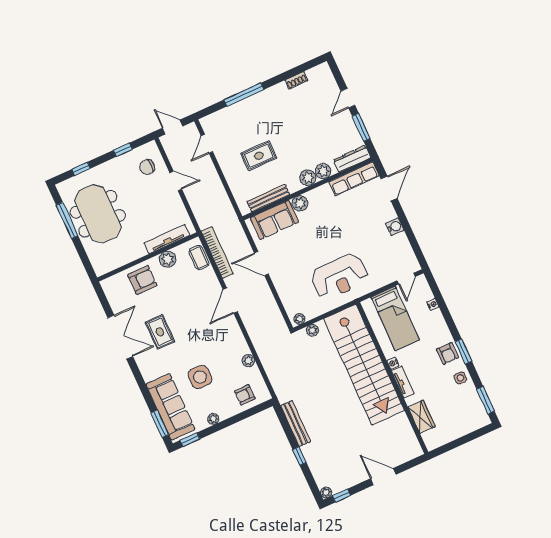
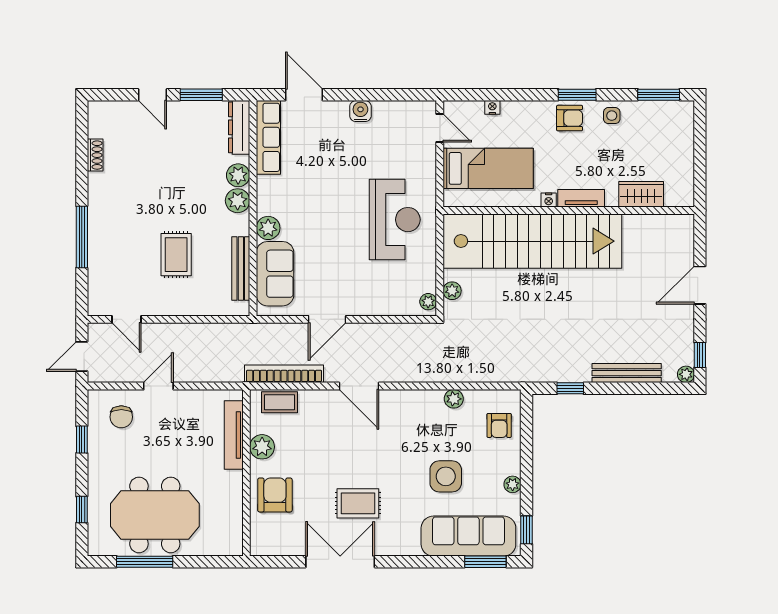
bench: (296, 424) -> (627, 373), moved
window: (299, 456) -> (570, 388), moved

